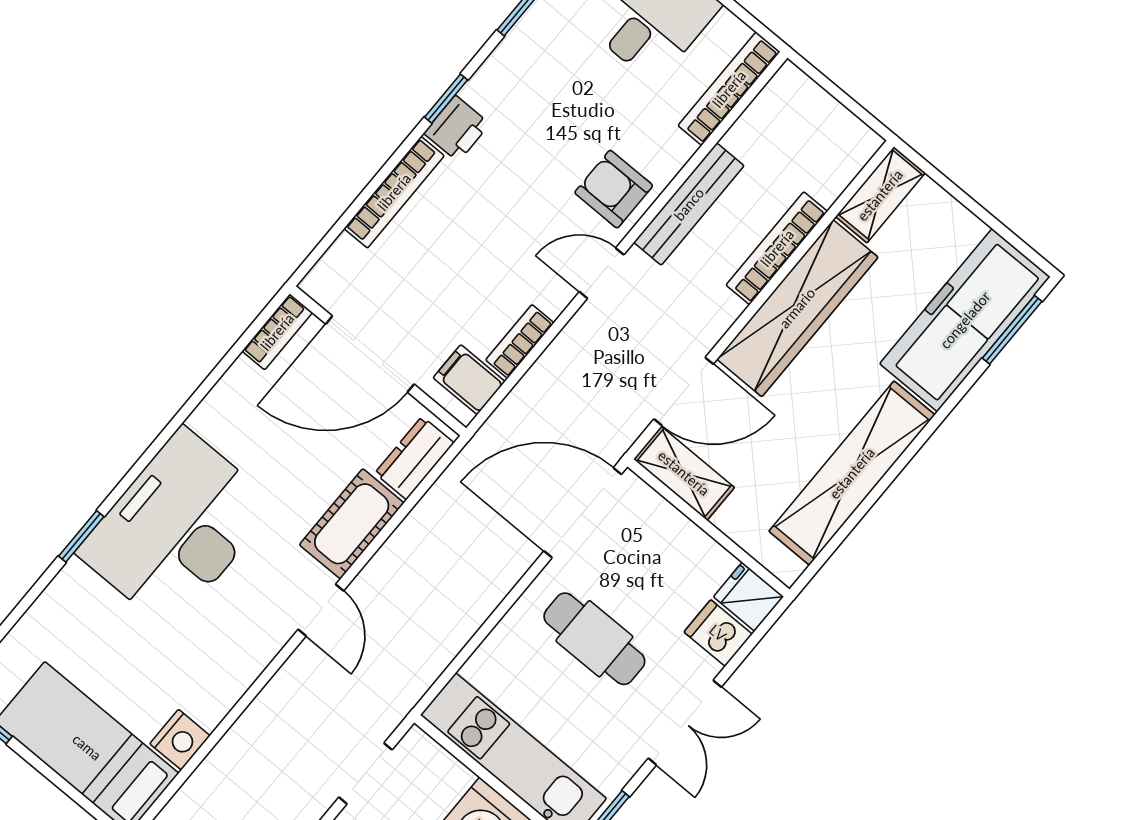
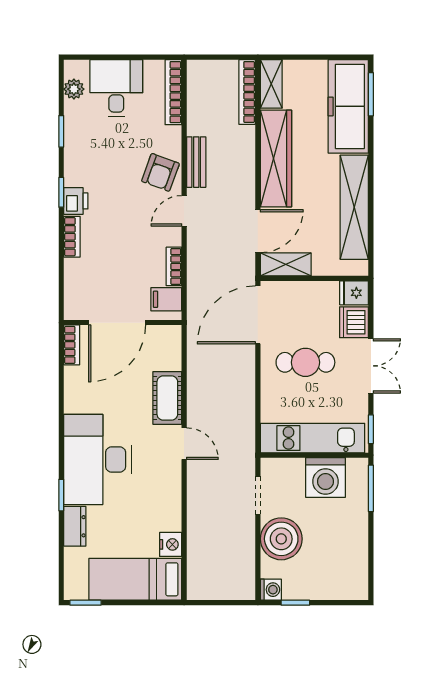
armchair: (614, 189) -> (160, 172), turned -70
bookcase: (394, 192) -> (72, 237), width x0.64
bench: (689, 204) -> (196, 162), width x0.73
bookcase: (777, 248) -> (247, 92), moved
dresser: (414, 458) -> (75, 526), moved, turned 180
dishwasher: (718, 633) -> (354, 322), width x1.38

